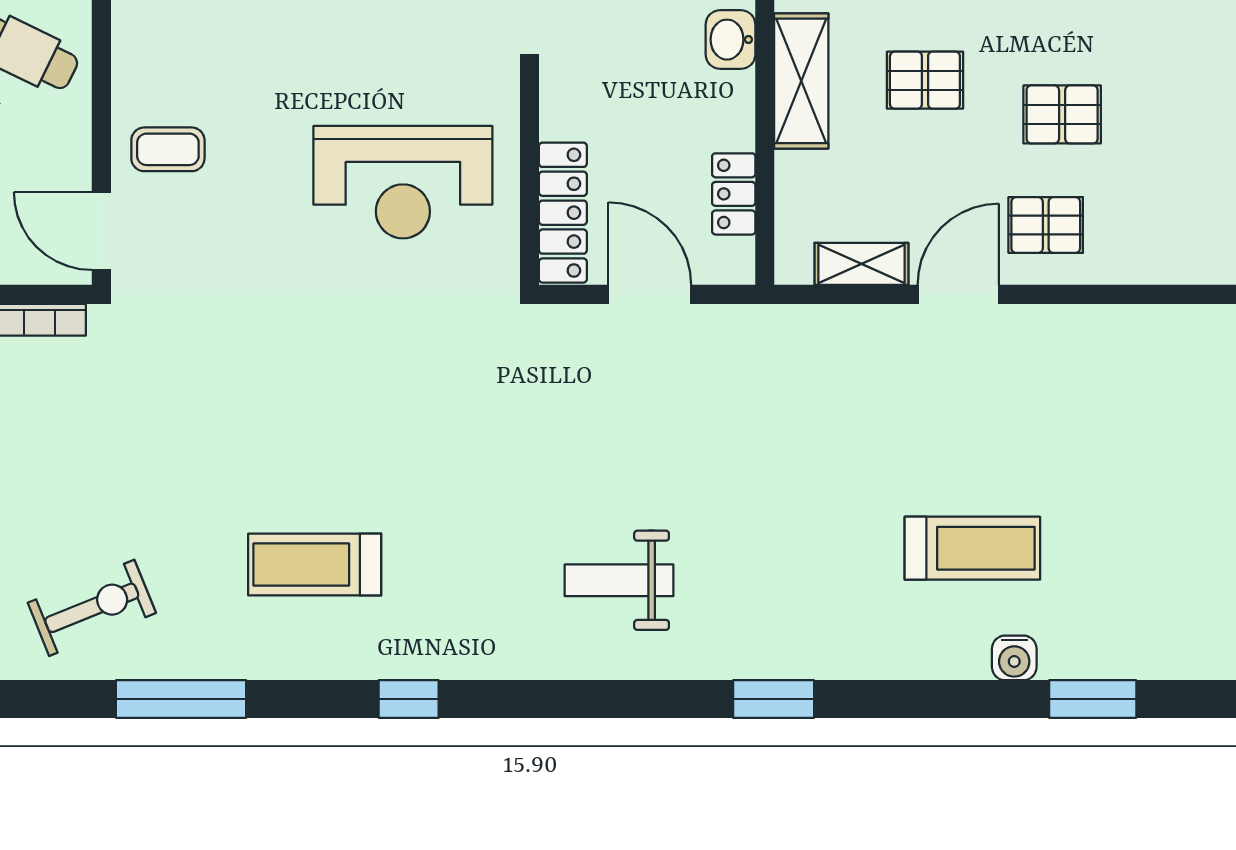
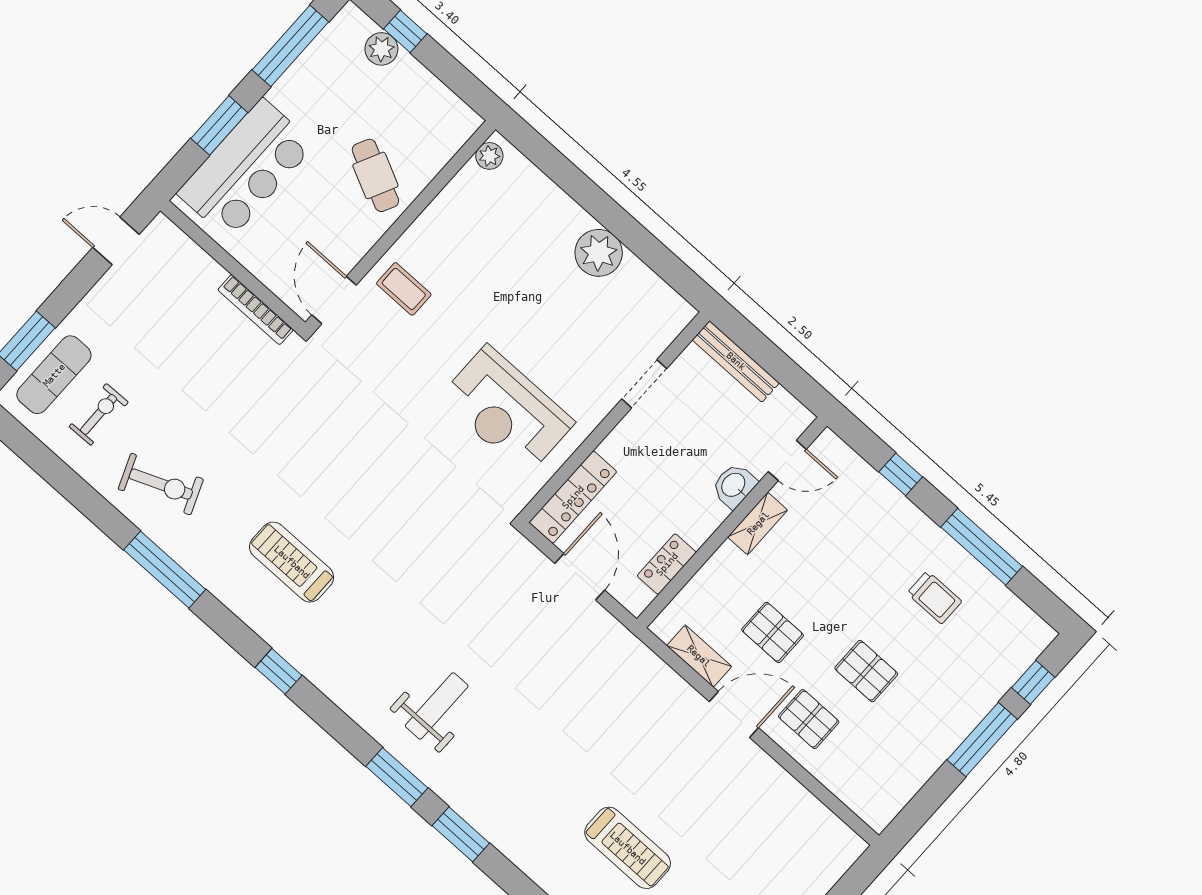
pallet: (925, 80) -> (773, 632), moved
shelving: (801, 81) -> (758, 523), width x0.67, depth x0.75
weight bench: (619, 580) -> (437, 706), turned 90
window: (645, 699) -> (397, 777), added

